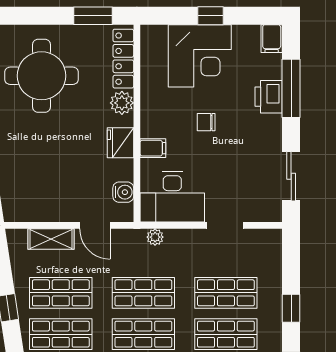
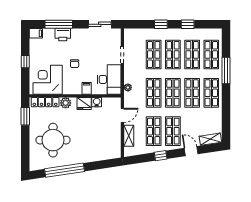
corner desk: (200, 56) -> (48, 80), moved, turned -90
water cooler: (123, 192) -> (97, 102), moved

